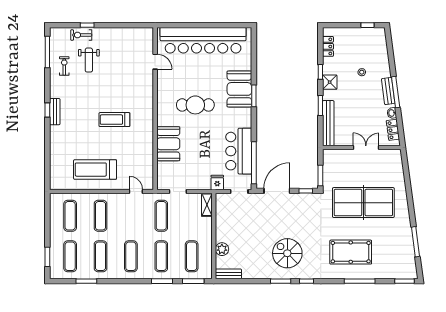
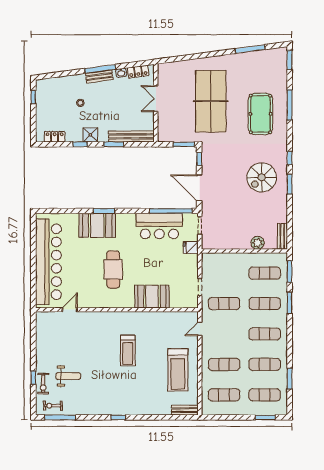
exercise bike: (64, 66) -> (53, 406), moved
bench: (55, 112) -> (185, 410), moved
shelving: (207, 205) -> (213, 258), removed

